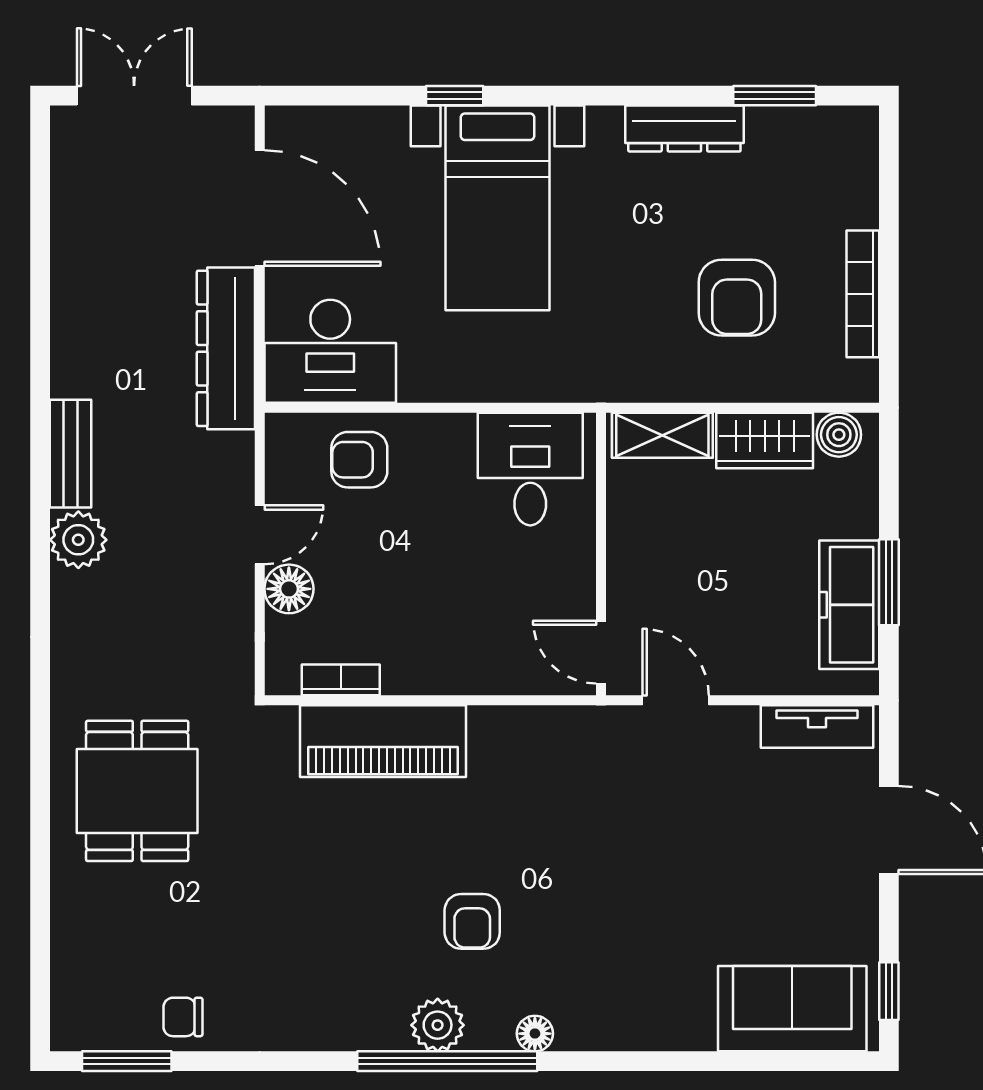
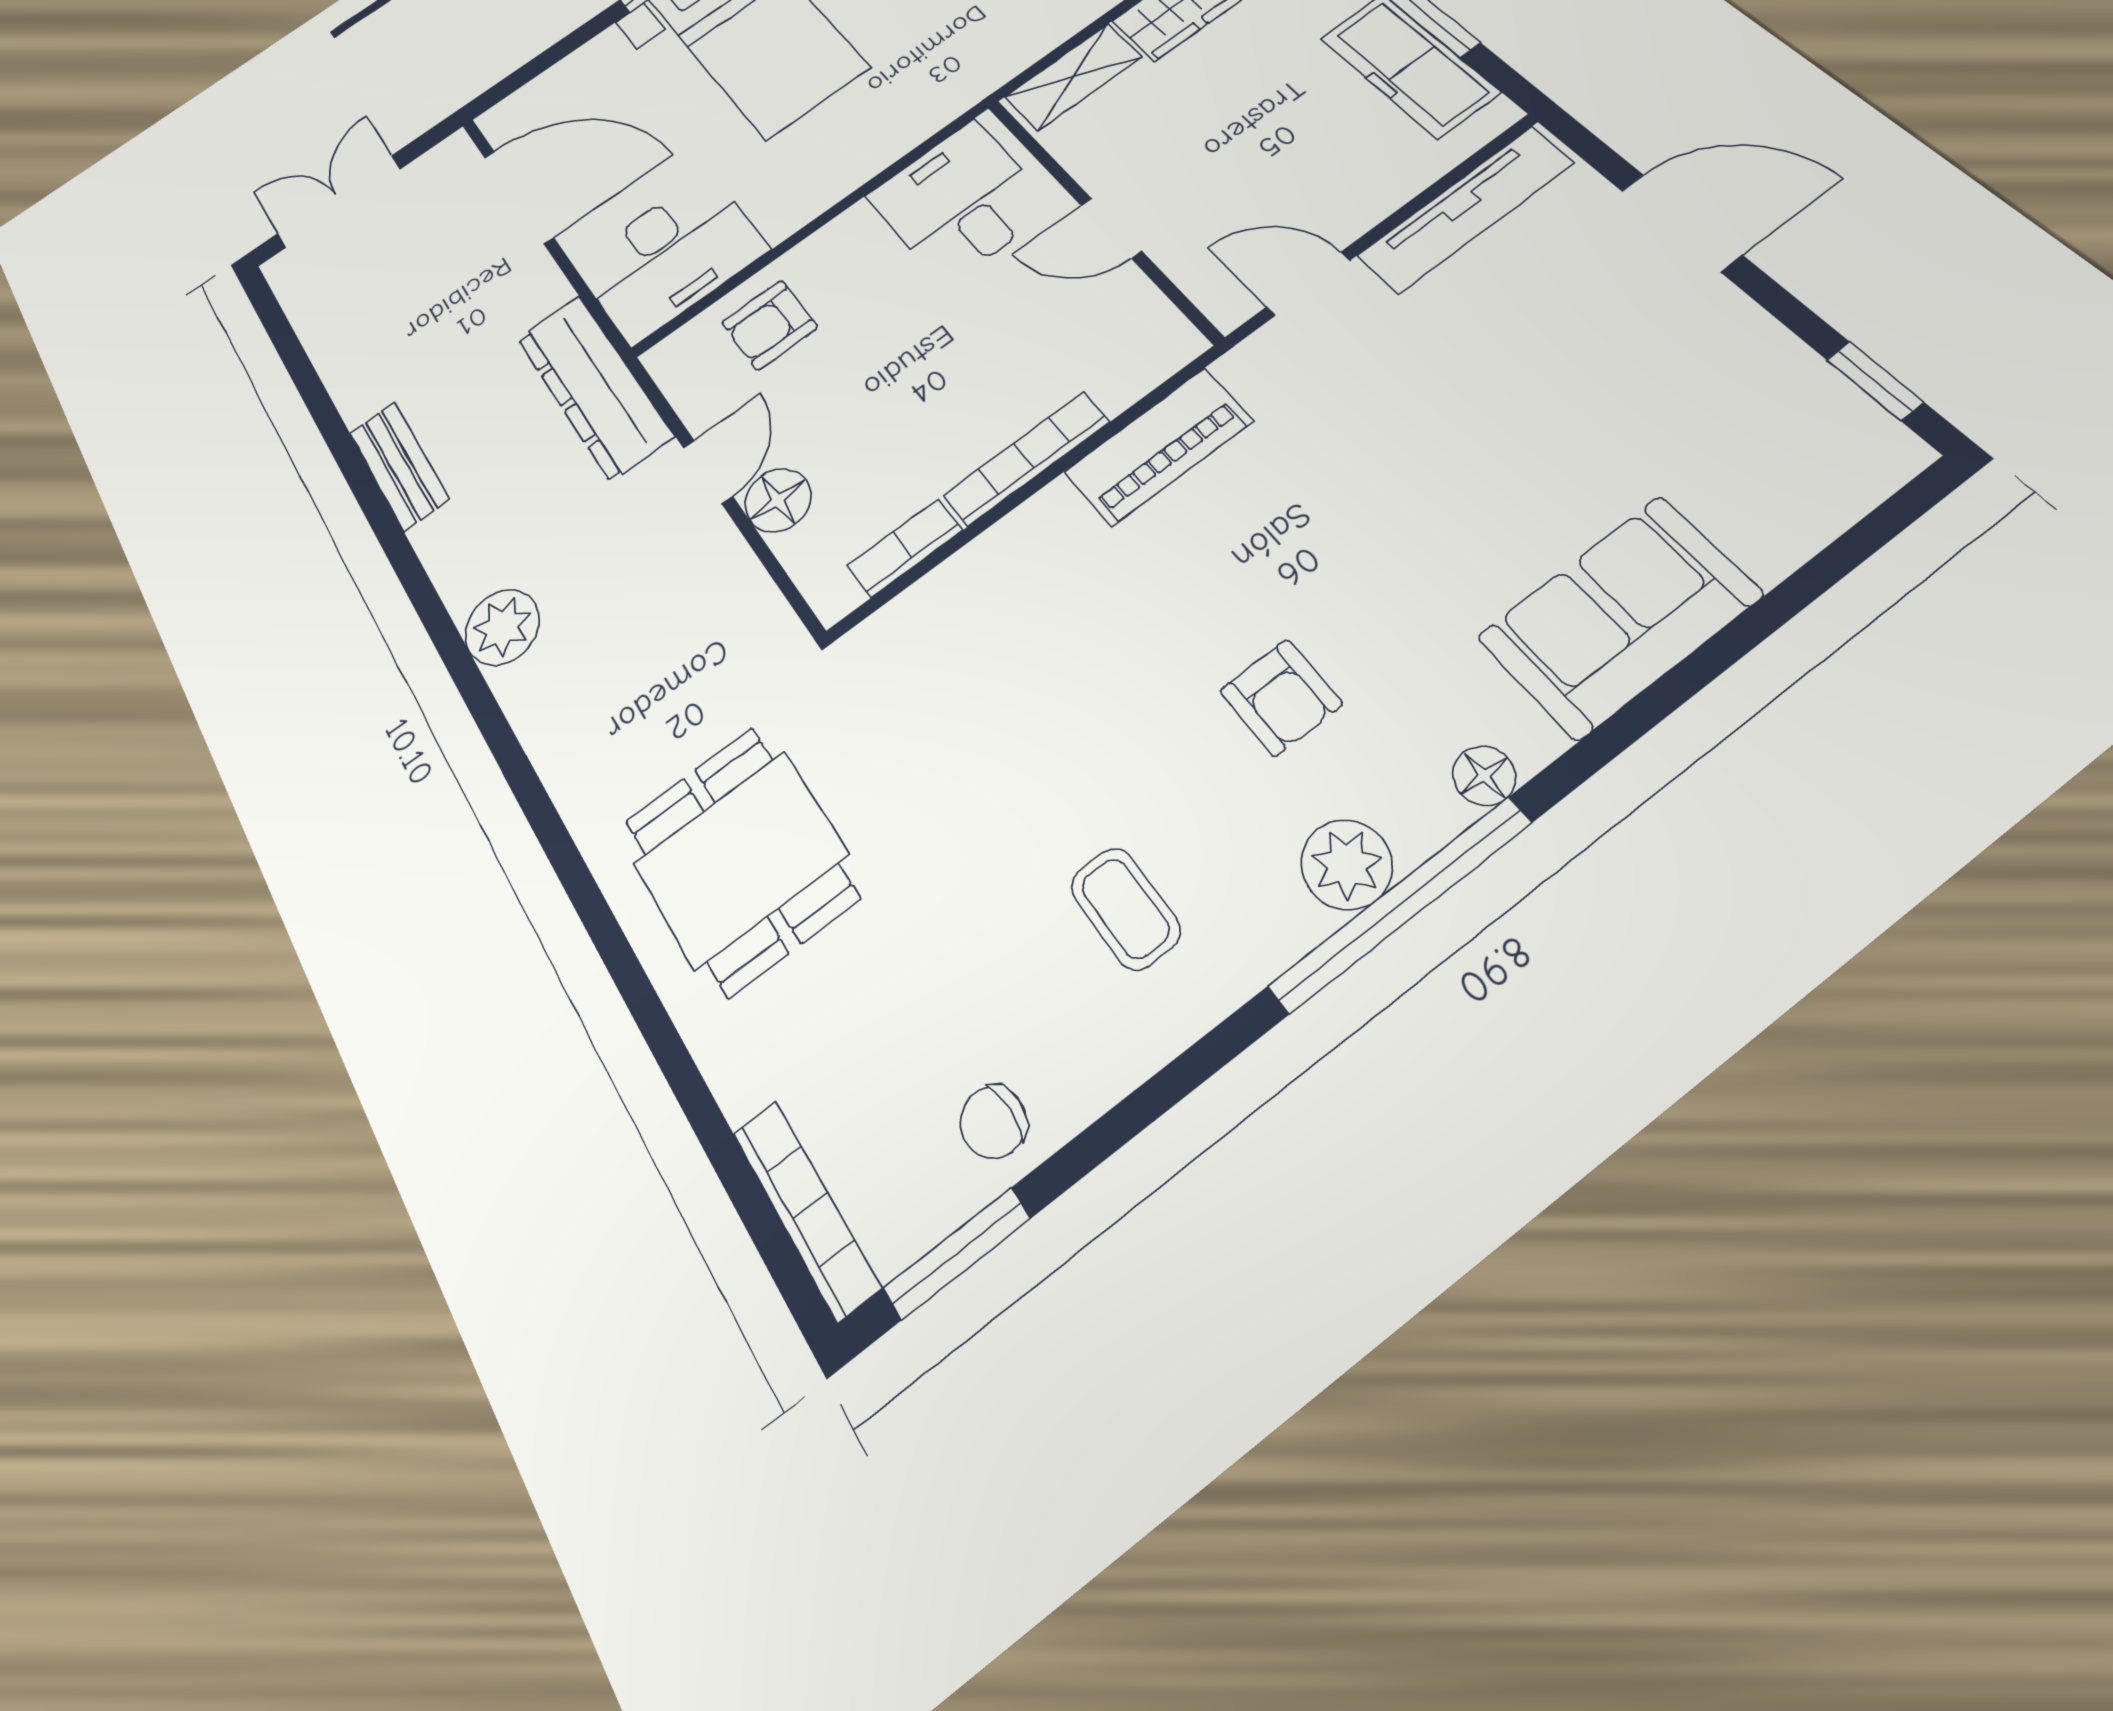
dresser: (226, 348) -> (594, 386), moved
bench: (71, 454) -> (399, 466), moved
door: (601, 652) -> (1111, 228), moved
bookcase: (444, 680) -> (1026, 459), added
tv unit: (817, 727) -> (1466, 209), width x1.41
piano: (383, 741) -> (1159, 446), moved, width x0.73, depth x0.75
coffee table: (317, 966) -> (1125, 909), added
bookcase: (66, 991) -> (806, 1209), added
sofa: (792, 1009) -> (1619, 616), moved

